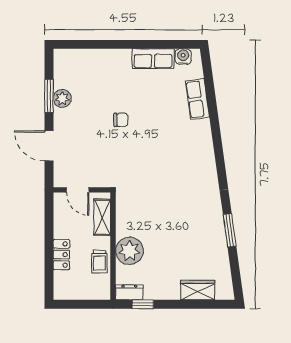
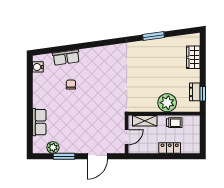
row of seats: (153, 59) -> (39, 122), moved
plant: (62, 98) -> (53, 147), moved
chair: (121, 120) -> (71, 85), moved
dresser: (129, 292) -> (195, 92), moved

